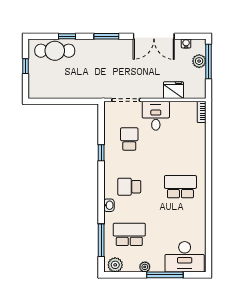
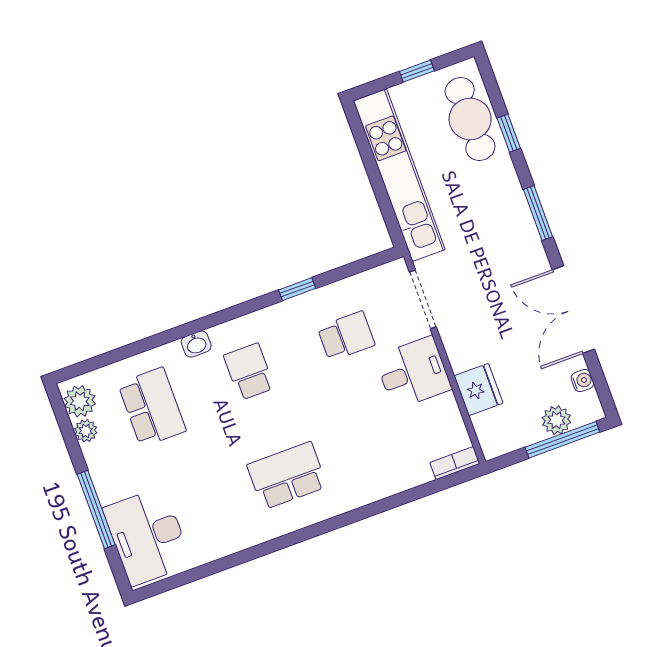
kitchen unit: (68, 90) -> (399, 175), added
school desk: (180, 187) -> (287, 476), turned -90
window: (101, 240) -> (119, 354), removed
plant: (145, 267) -> (86, 431), moved

